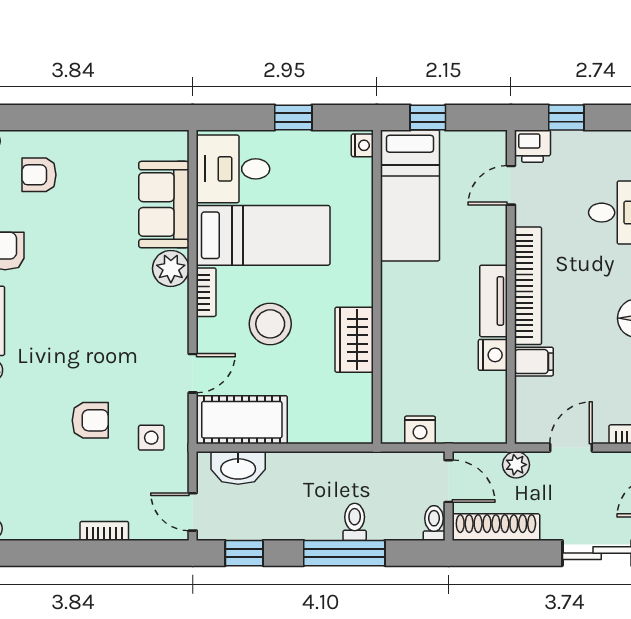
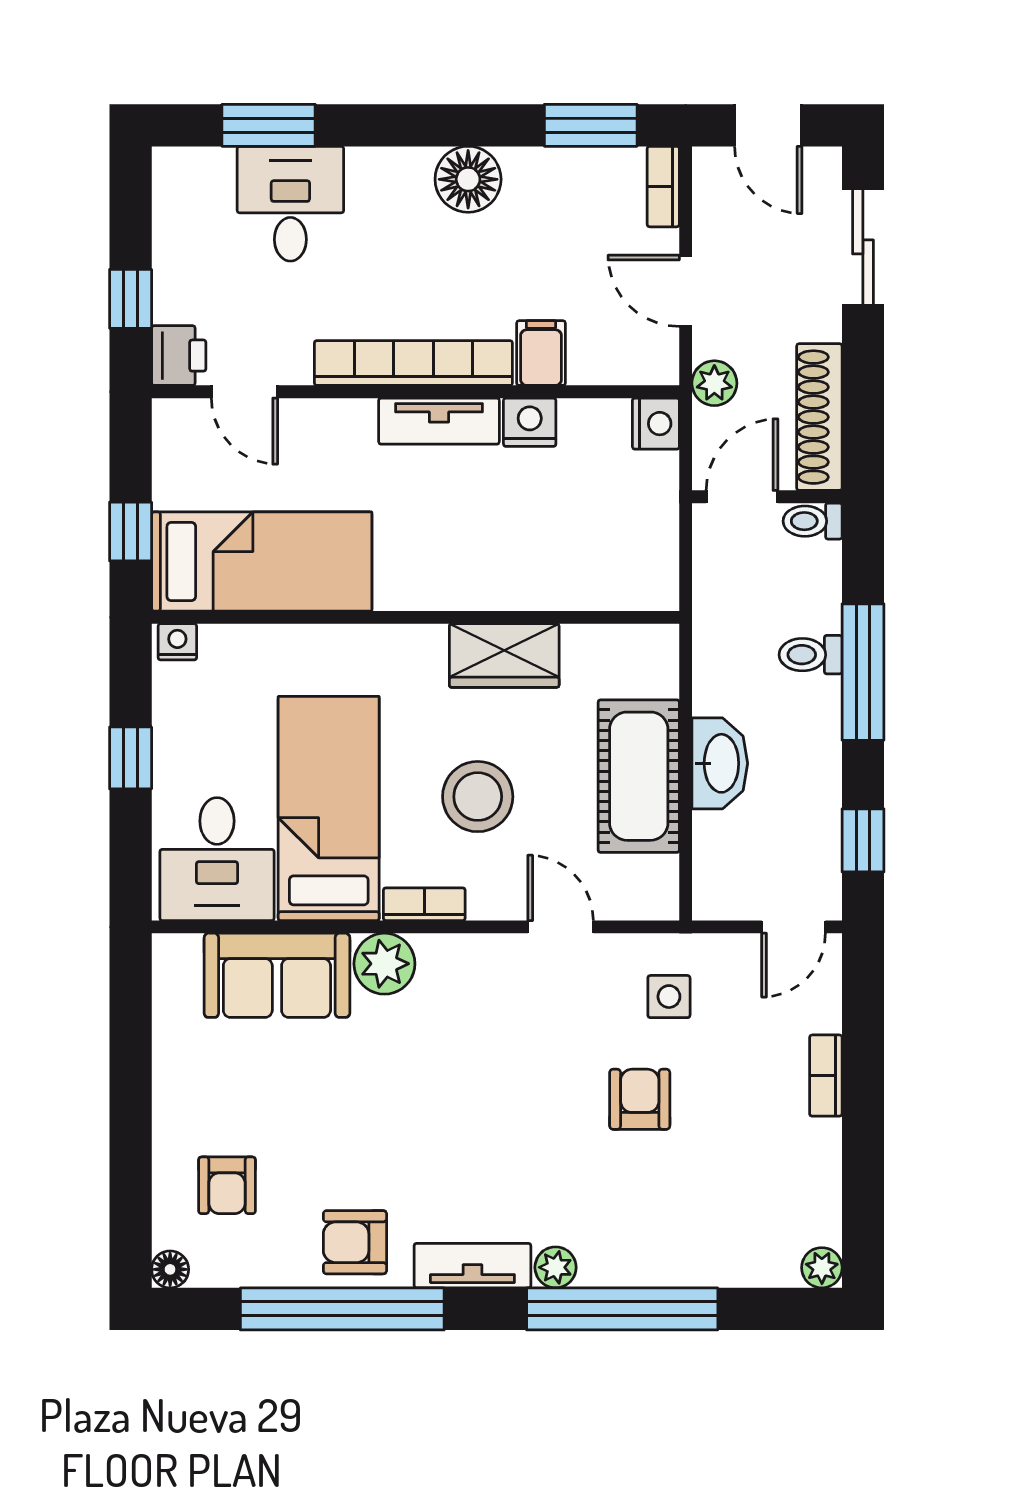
cot: (242, 420) -> (639, 776), moved
nightstand: (420, 430) -> (656, 424), moved
washbasin: (238, 468) -> (720, 763), moved

